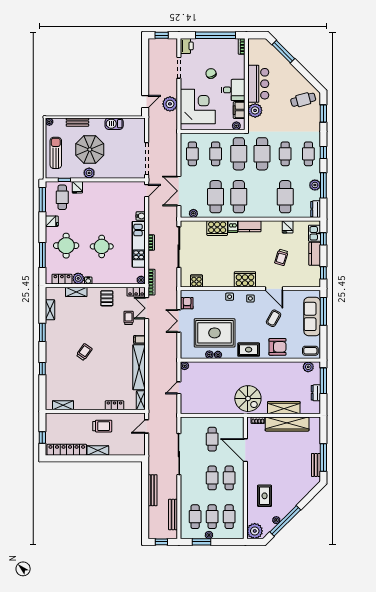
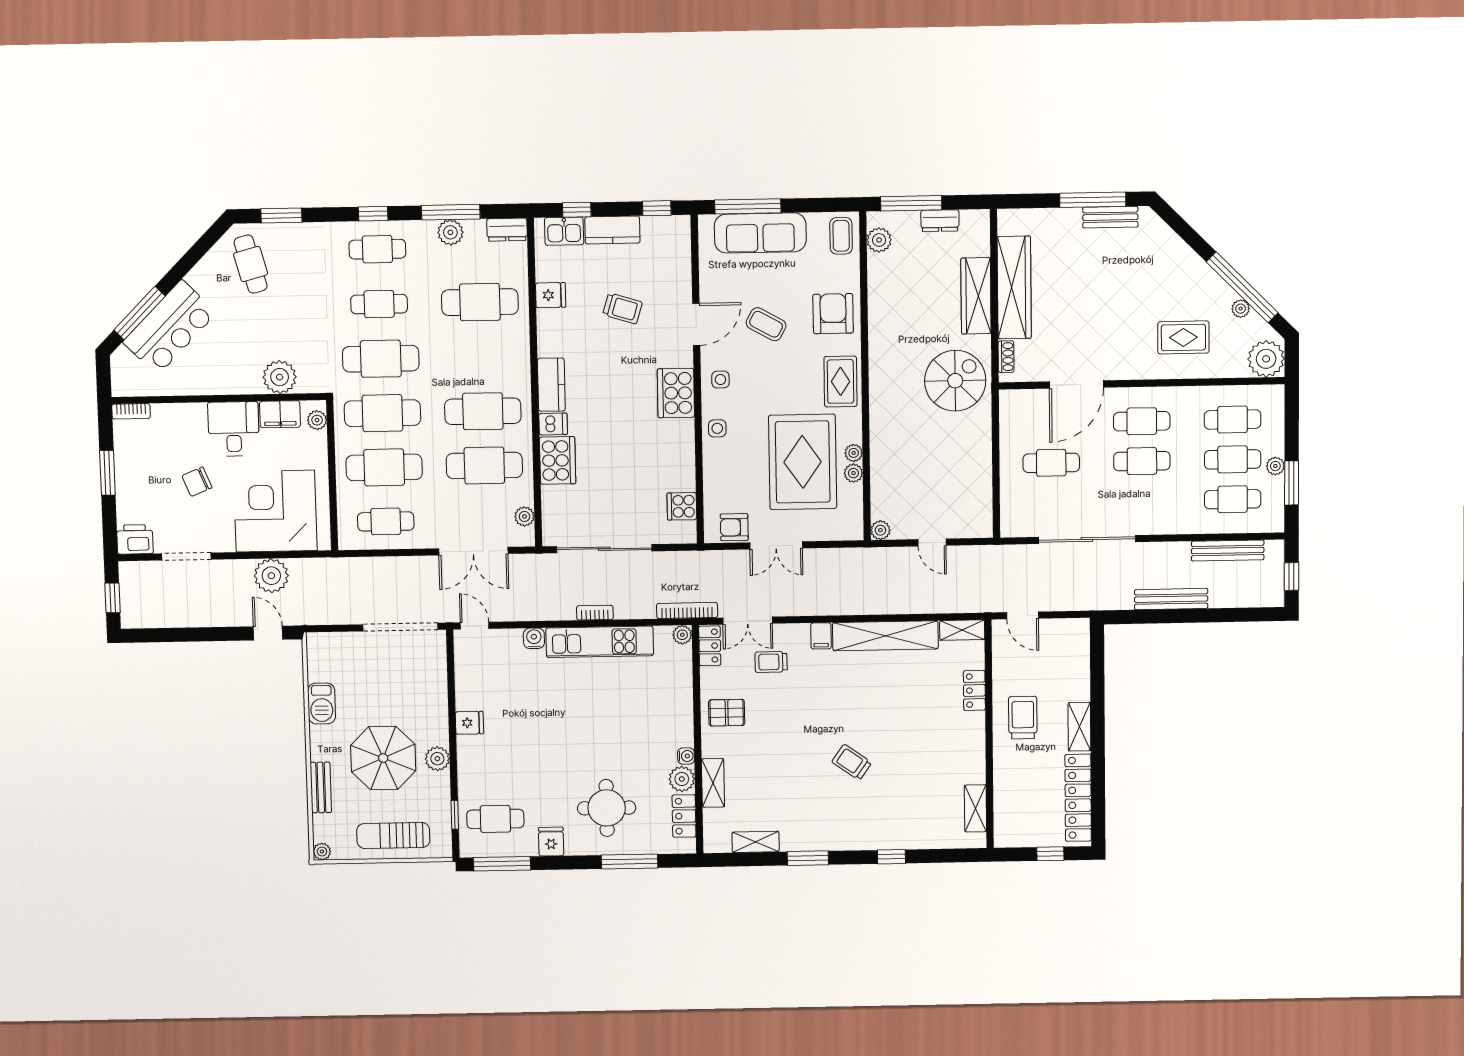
window: (216, 35) -> (107, 473), width x0.47
bar counter: (258, 84) -> (170, 327), moved, turned 135
cafe table: (216, 154) -> (384, 467), width x1.37, depth x1.35
fridge: (77, 187) -> (469, 723), moved
round table: (102, 246) -> (607, 727), removed

